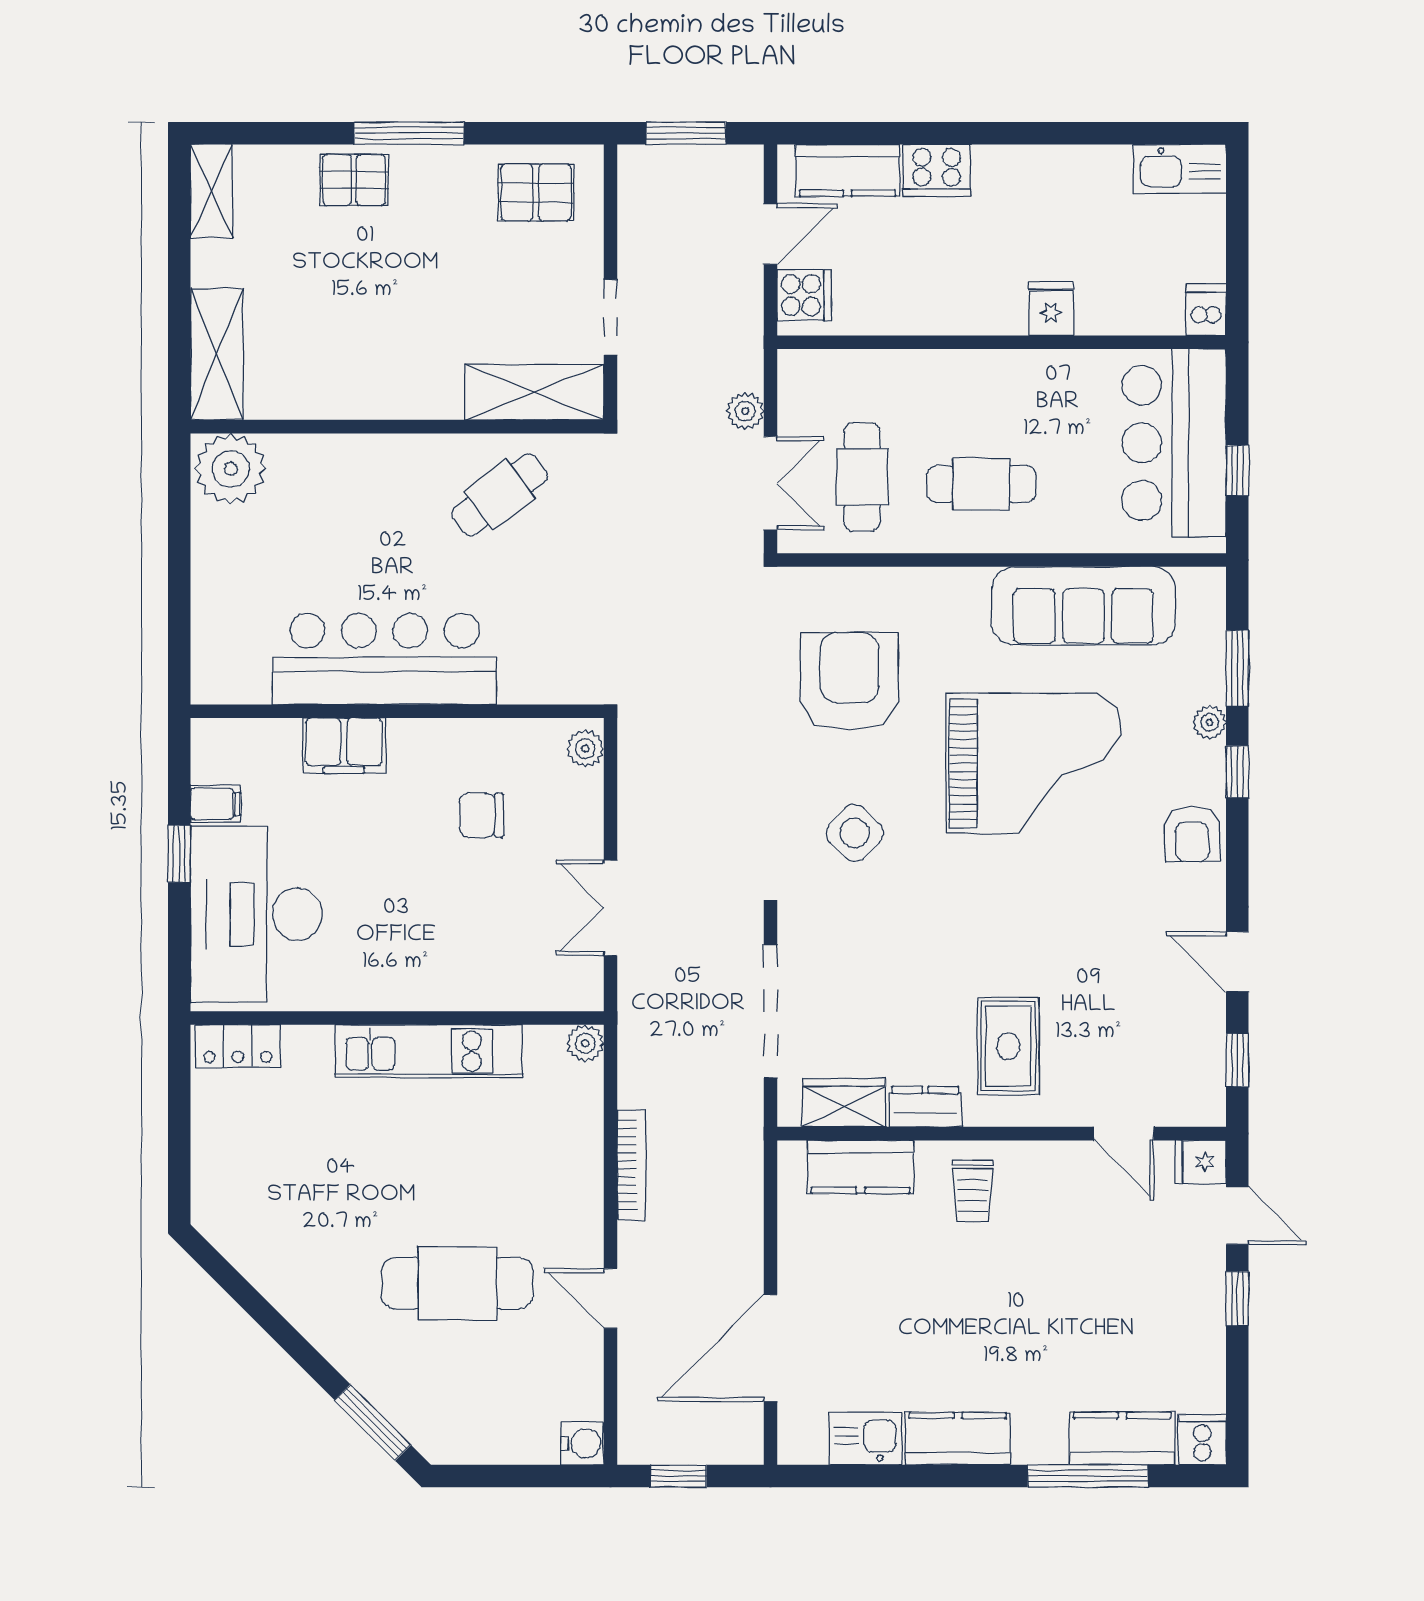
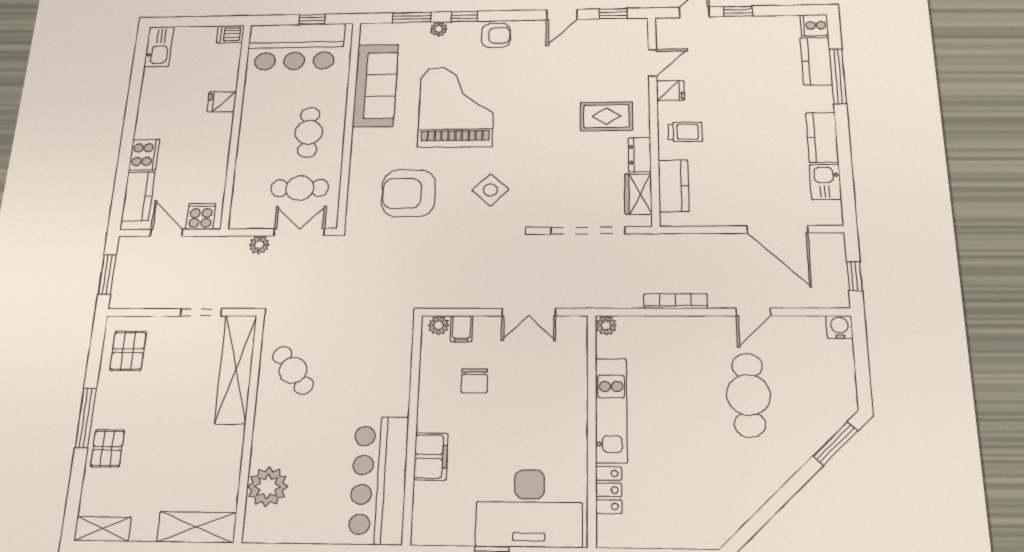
shelving: (534, 392) -> (236, 369), width x1.47
plant: (231, 469) -> (268, 487), moved
bar counter: (385, 659) -> (379, 480), moved
filing cabinet: (215, 804) -> (461, 329), moved, turned 180
locker: (238, 1046) -> (609, 490), moved
fridge: (1201, 1162) -> (670, 91), moved, turned -90

